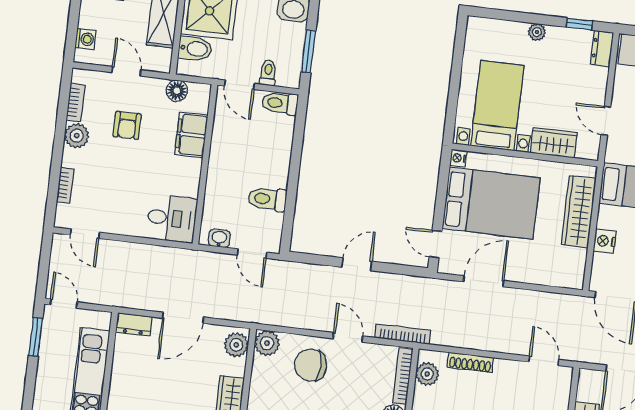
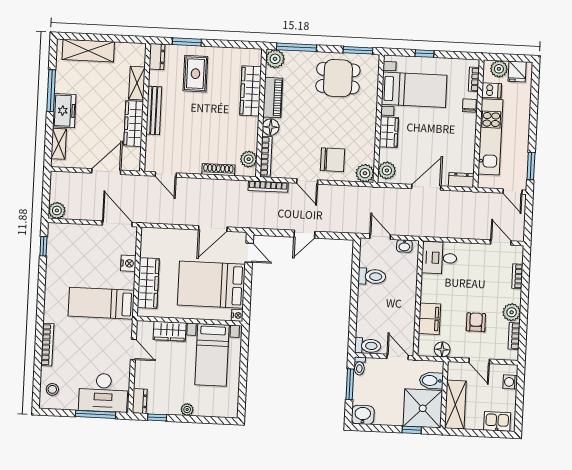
toilet: (268, 73) -> (359, 366), moved

